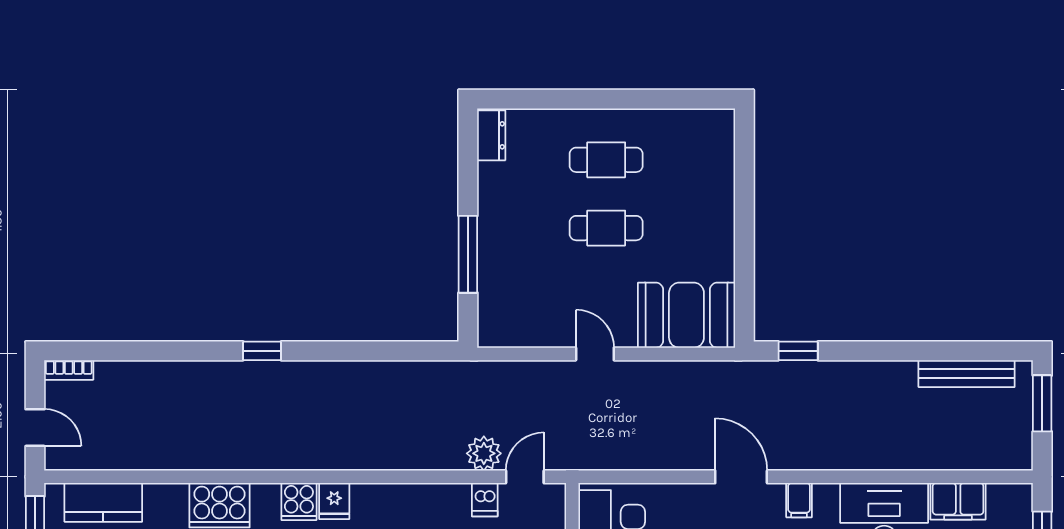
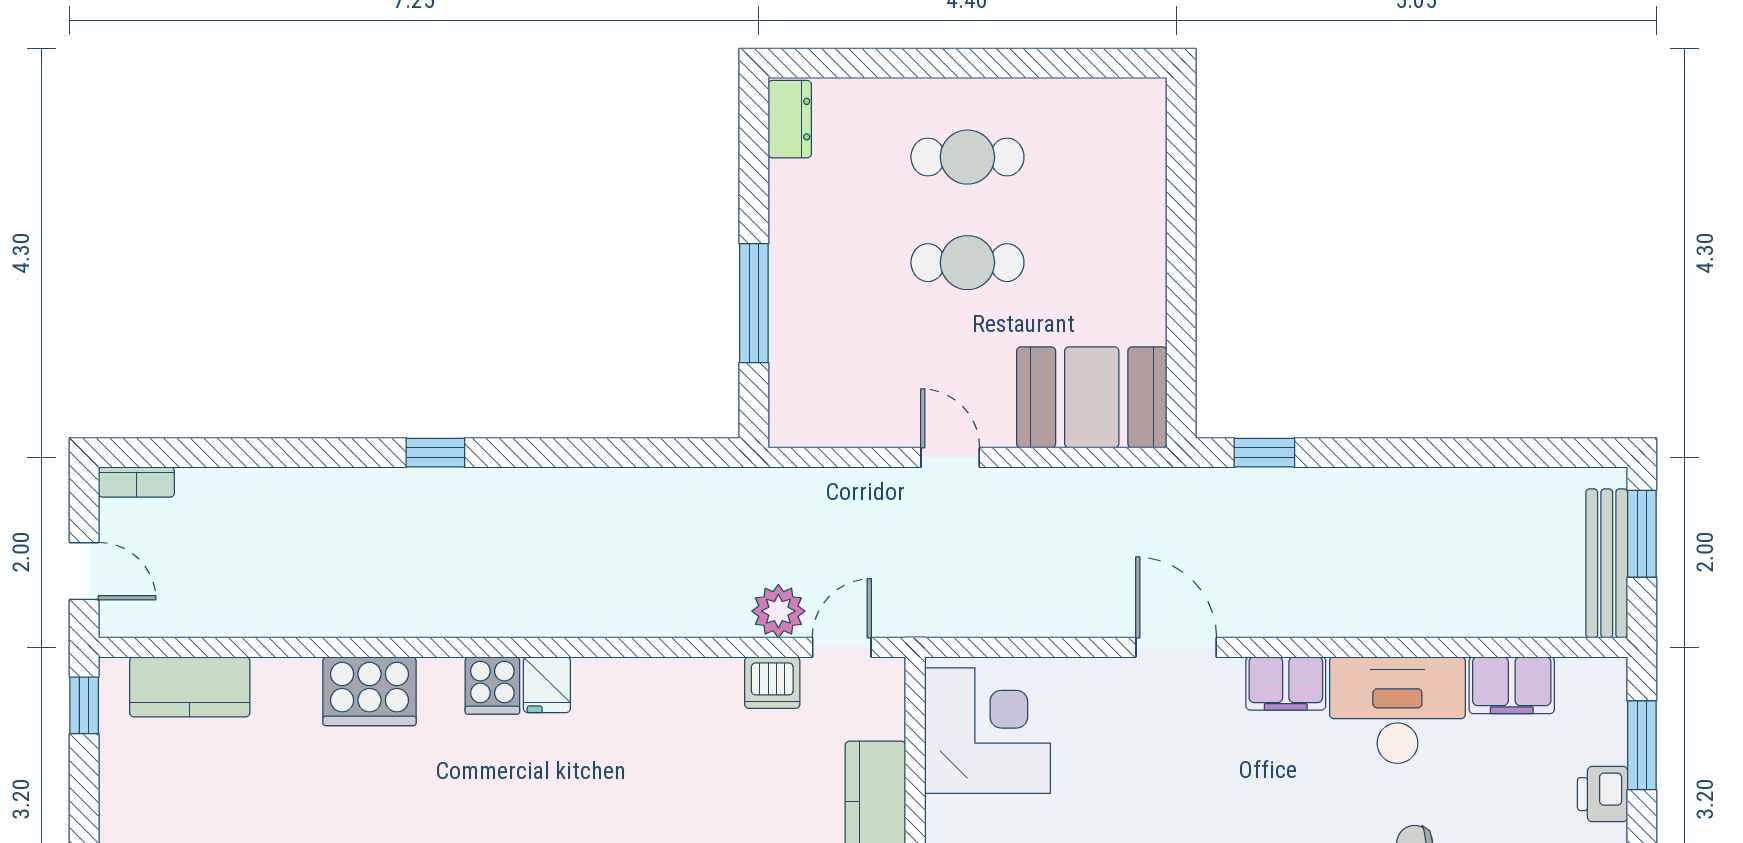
bench: (967, 374) -> (1607, 563), moved, turned 90
dishwasher: (485, 500) -> (772, 683), width x1.38
filing cabinet: (799, 500) -> (1286, 683), width x2.00

